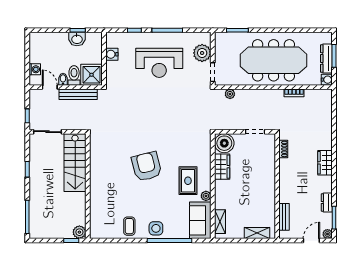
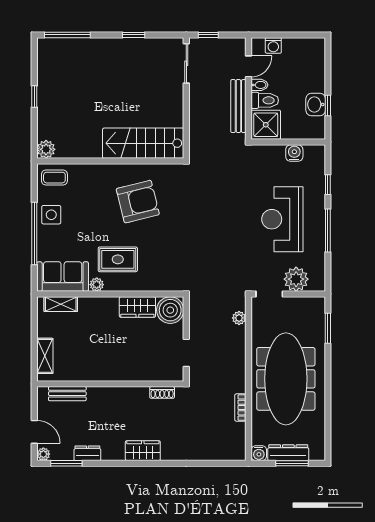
stairs: (75, 163) -> (143, 143), moved
wall: (88, 186) -> (110, 161), moved
plant: (79, 232) -> (46, 149), moved

